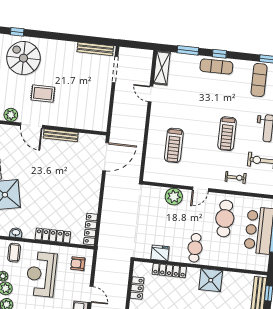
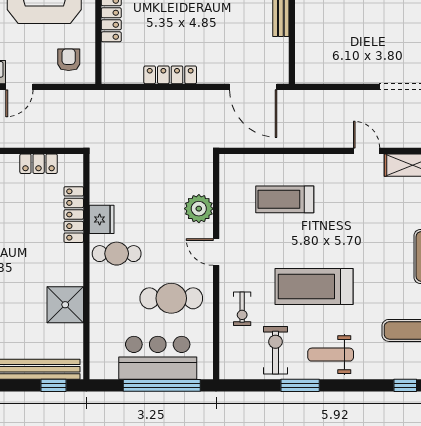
door: (150, 94) -> (367, 151), hinge flipped
treadmill: (227, 134) -> (314, 286), width x1.37, depth x1.38
locker: (91, 229) -> (170, 75), moved
fridge: (160, 253) -> (102, 219), moved
shower: (211, 280) -> (65, 305), moved

